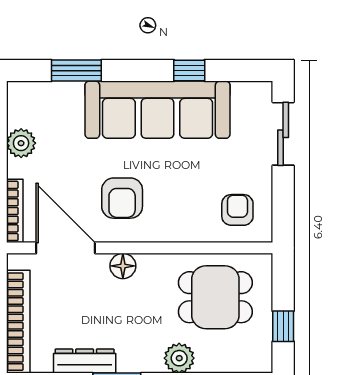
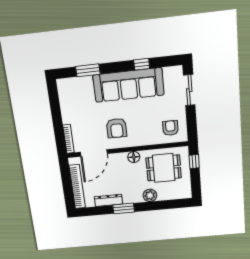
plant: (21, 143) -> (67, 108), removed
door: (66, 248) -> (94, 153), swing flipped
floor lamp: (123, 266) -> (134, 157), moved
window: (283, 326) -> (194, 162), moved

